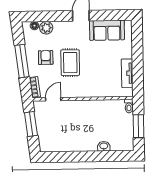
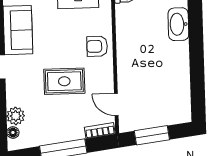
armchair: (46, 58) -> (97, 46), moved
washbasin: (104, 146) -> (178, 24), width x1.91, depth x1.45

